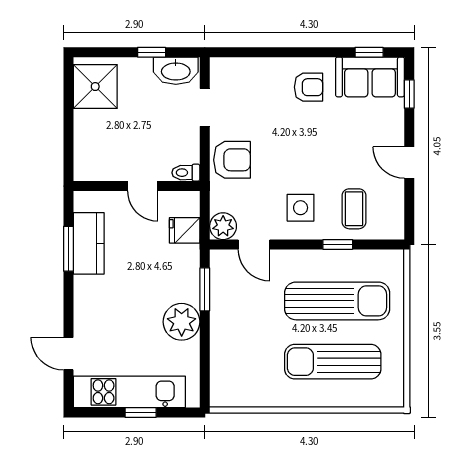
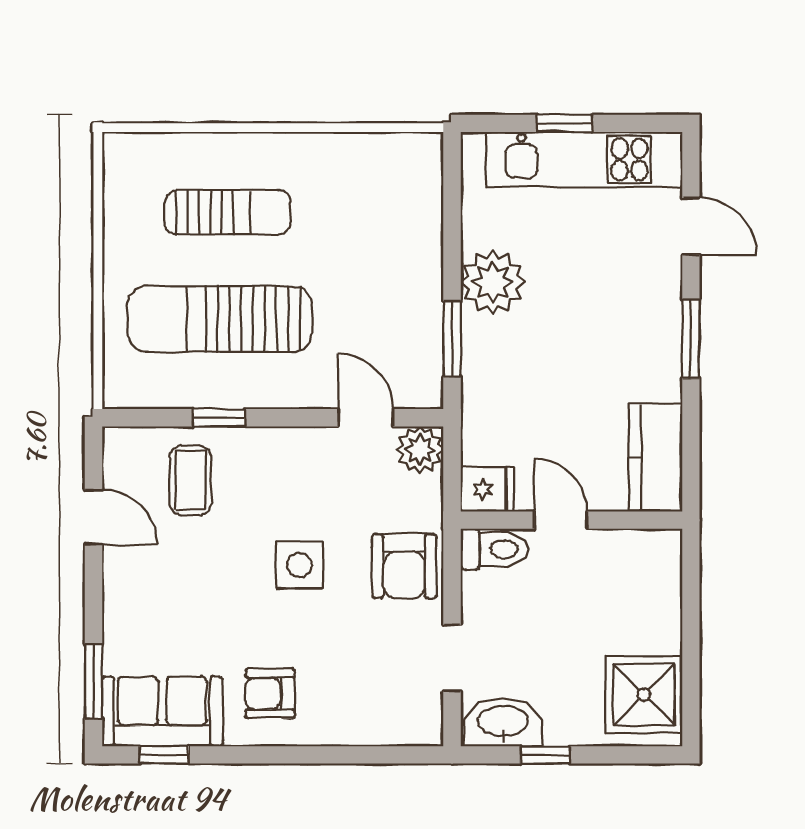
window: (409, 94) -> (94, 681), width x1.50
armchair: (232, 160) -> (404, 566), turned -90
door: (409, 163) -> (94, 517), moved
toilet: (186, 173) -> (495, 549), width x1.37, depth x1.39
side table: (301, 208) -> (299, 565), moved
fridge: (185, 230) -> (487, 489), moved
kitchen counter: (89, 243) -> (655, 458), moved
window: (68, 249) -> (691, 339), moved
sun lounger: (333, 362) -> (228, 212), width x0.73, depth x0.75

